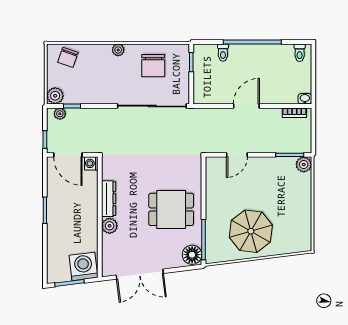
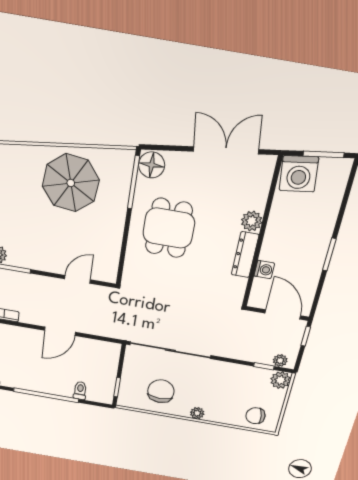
chair: (68, 57) -> (255, 416), turned -118
washing machine: (91, 163) -> (264, 270), moved
dining table: (171, 209) -> (169, 228), turned 90

